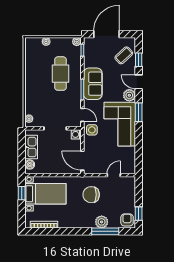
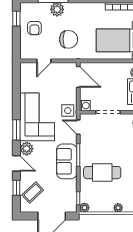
cafe table: (61, 74) -> (102, 173), turned 90
armchair: (127, 220) -> (34, 28), moved

